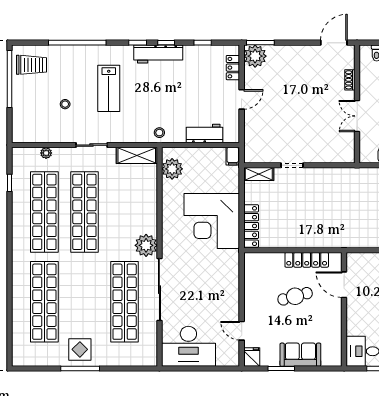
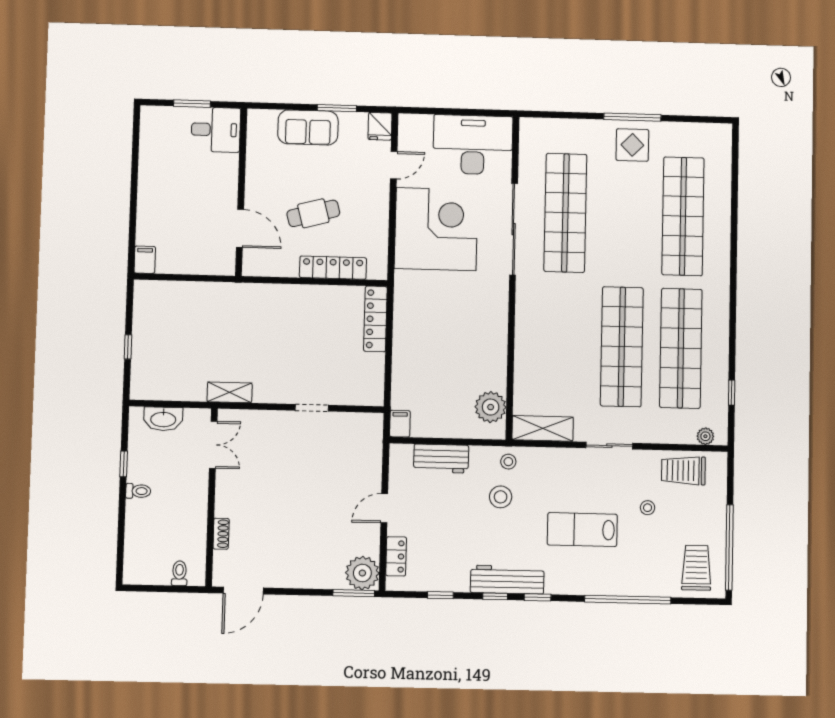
trolley: (31, 65) -> (696, 568), turned 90
lab bench: (109, 88) -> (582, 530), turned -90
stool: (164, 109) -> (501, 497), added
double door: (357, 116) -> (213, 445), moved
trolley: (41, 130) -> (683, 471), added
plant: (46, 153) -> (705, 436), moved
shelving: (259, 174) -> (230, 392), moved
corner desk: (212, 221) -> (436, 229), moved
plant: (146, 245) -> (532, 295), removed
locker: (307, 260) -> (333, 268), moved
door: (242, 331) -> (394, 165), hinge flipped

